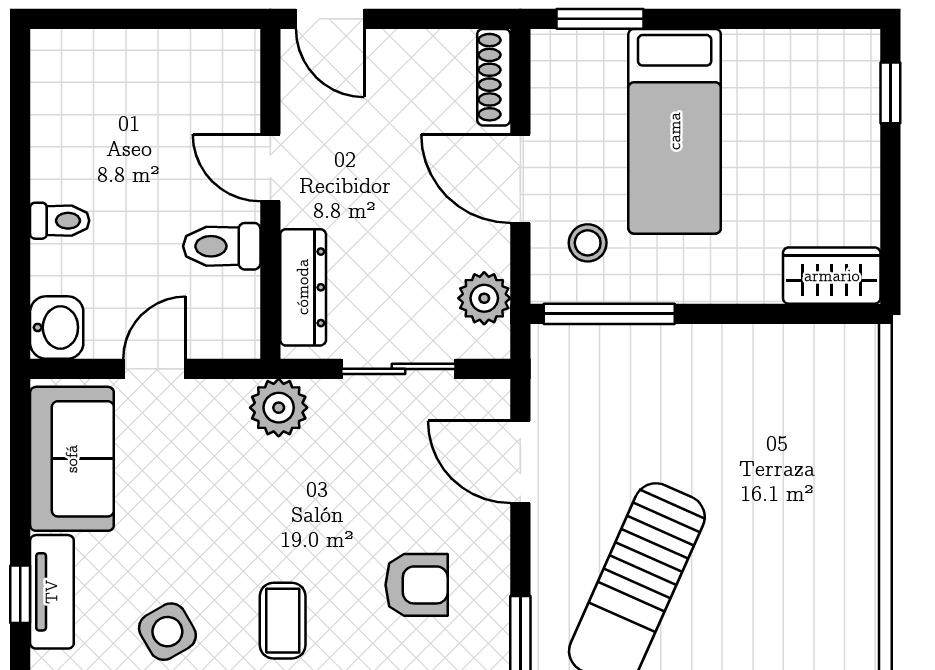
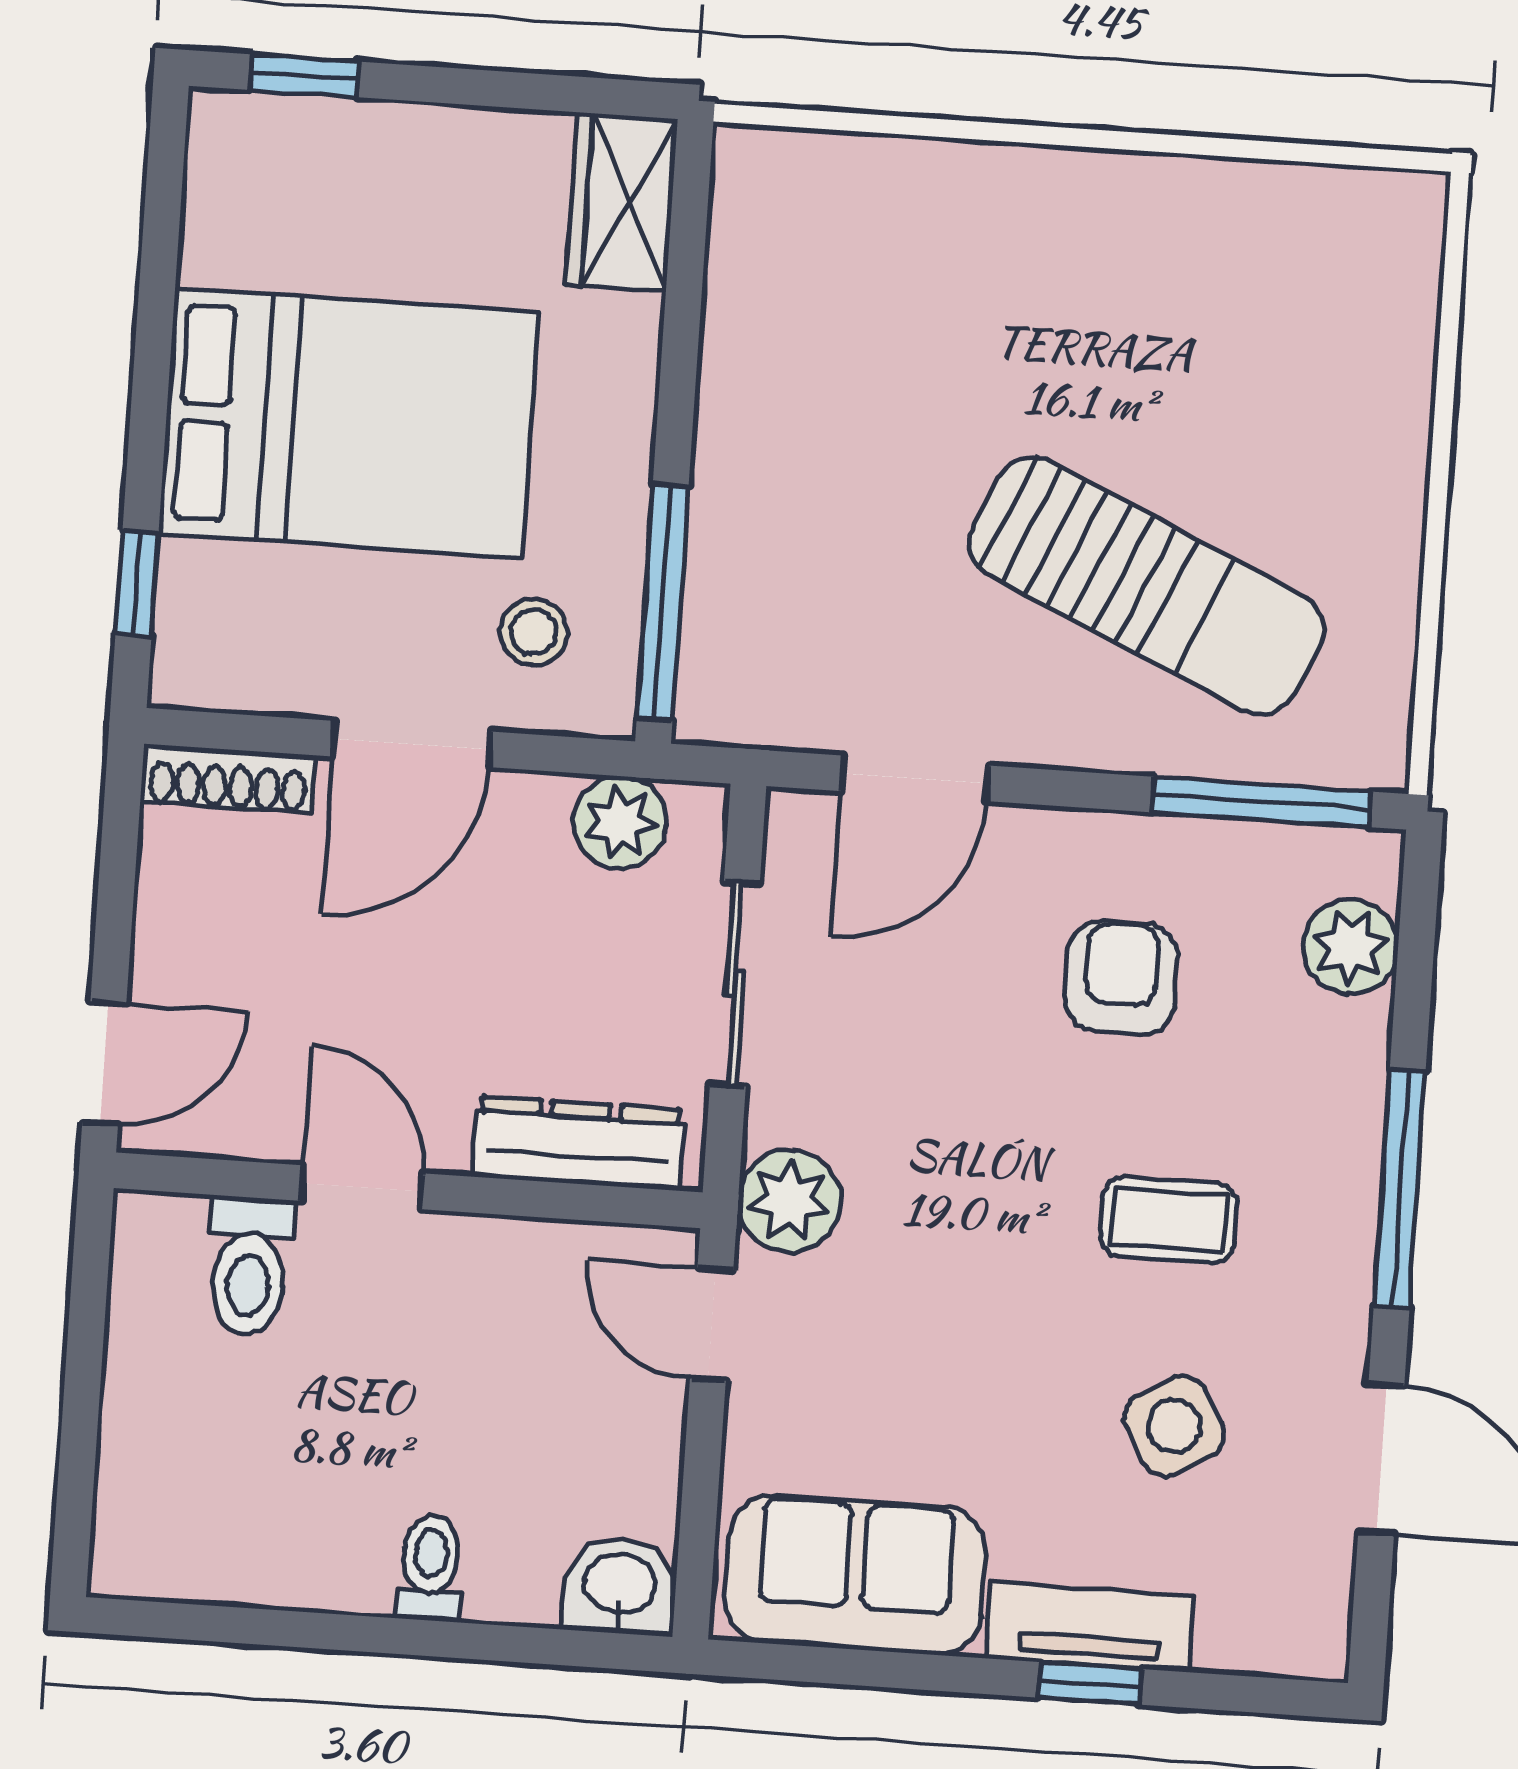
window: (600, 19) -> (137, 583), width x0.67
bed: (675, 131) -> (349, 423), width x1.50
door: (270, 168) -> (362, 1187), swing flipped
toilet: (222, 246) -> (249, 1266), moved
door: (155, 369) -> (712, 1324), moved

